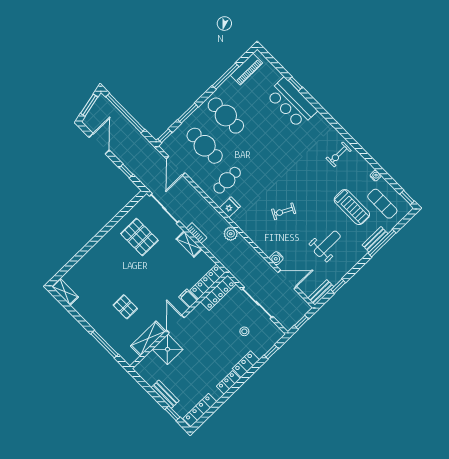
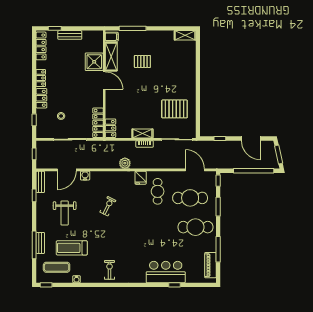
locker: (208, 282) -> (110, 128), width x0.66
filing cabinet: (188, 298) -> (112, 37), moved

